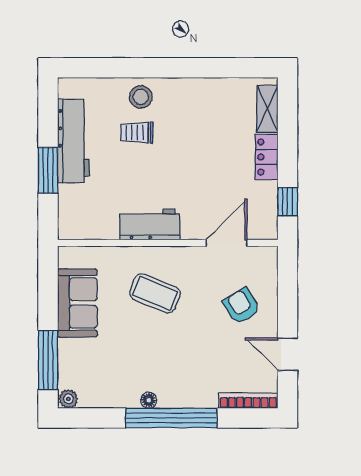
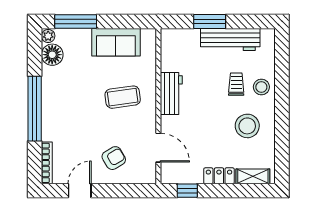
stool: (196, 117) -> (247, 126), added
coffee table: (155, 293) -> (123, 97), turned 60
floor lamp: (149, 400) -> (52, 55), moved, width x1.89, depth x1.89

